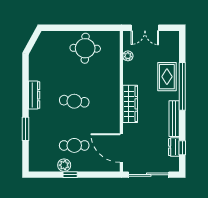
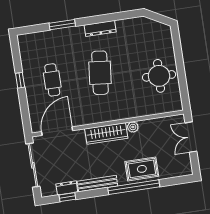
plant: (128, 56) -> (133, 127), moved
cafe table: (74, 101) -> (100, 73), width x1.37, depth x1.35
plant: (64, 165) -> (29, 72), removed

